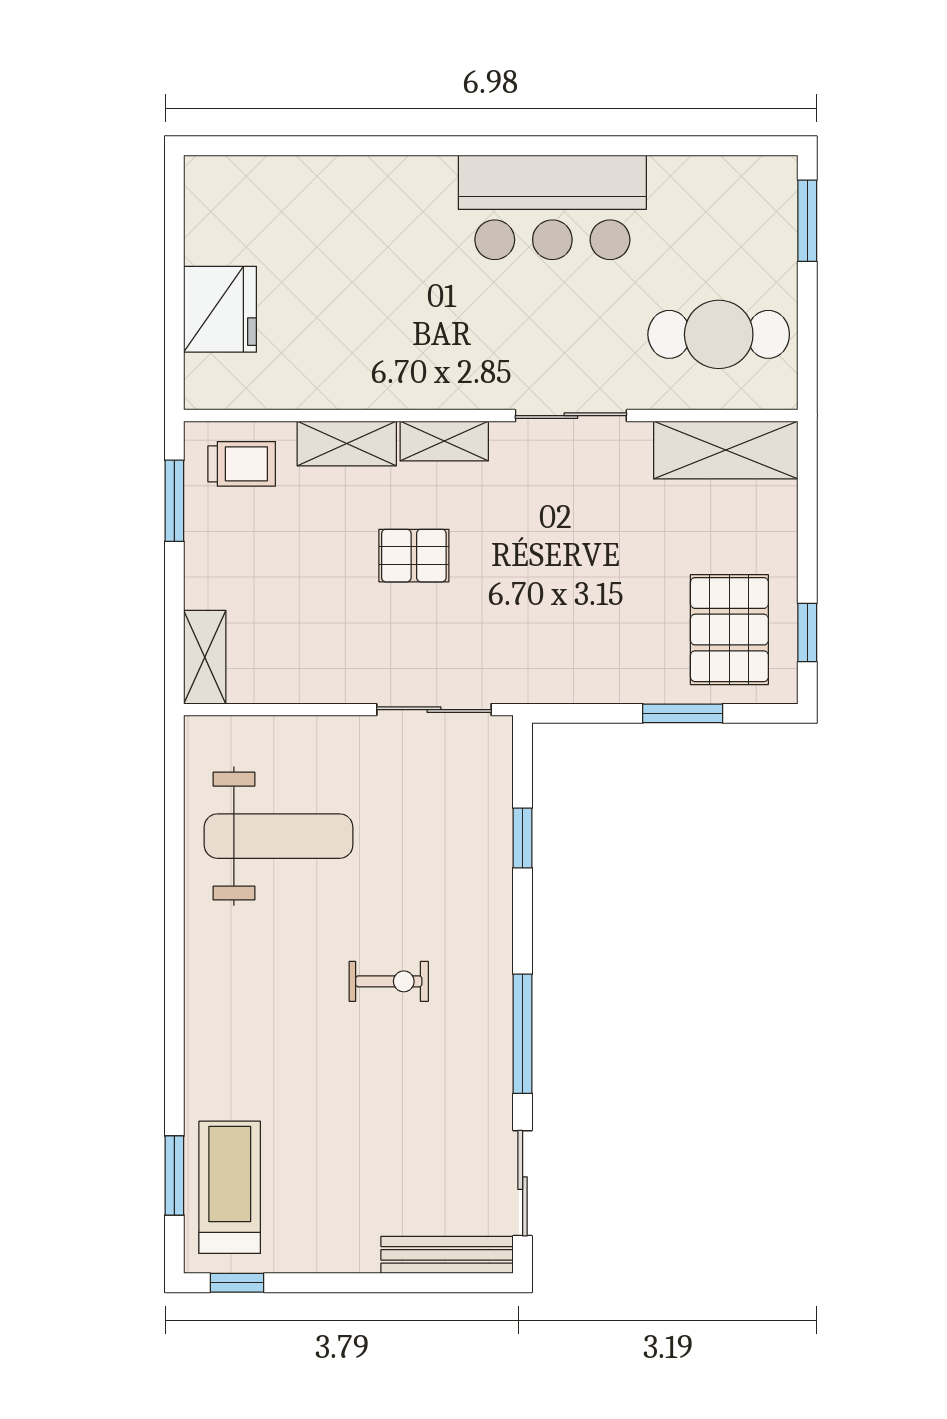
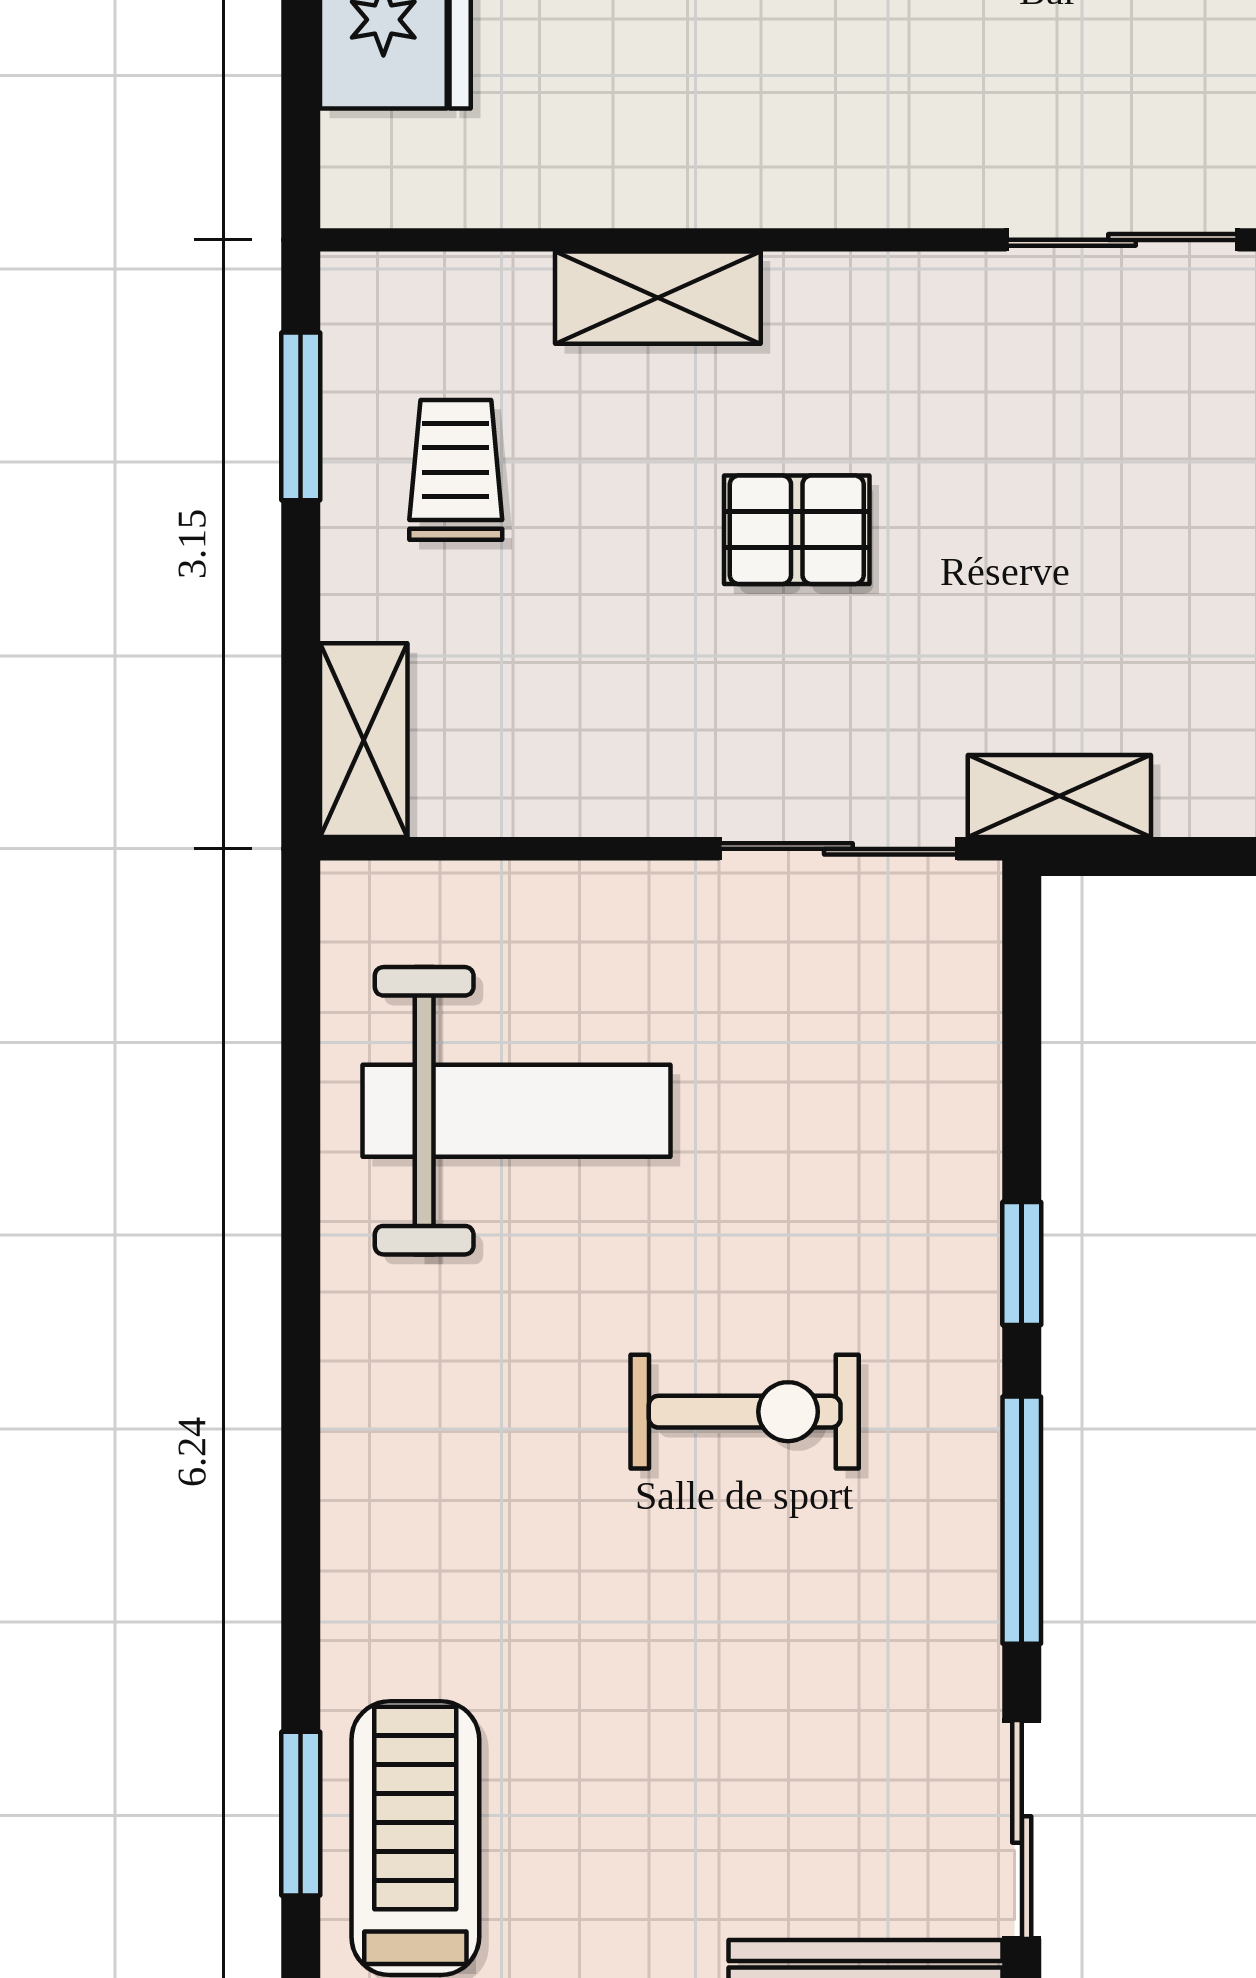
shelving: (444, 441) -> (1059, 796), moved
trolley: (242, 464) -> (456, 470), moved, turned -90
window: (523, 838) -> (1022, 1264), moved
exercise bike: (389, 981) -> (745, 1412), width x1.38, depth x1.39

